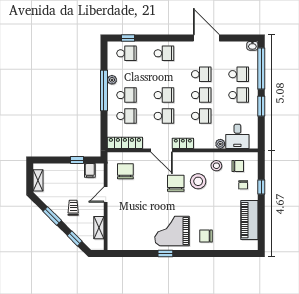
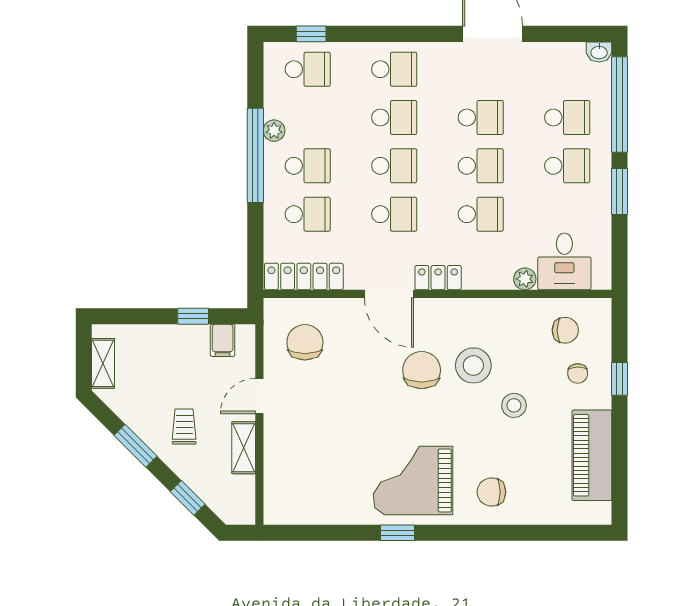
school desk: (164, 74) -> (394, 118), added
stool: (216, 166) -> (514, 405), moved
shelving: (99, 228) -> (244, 448), moved

